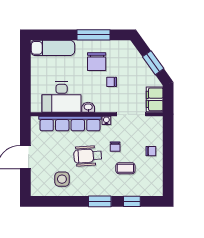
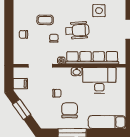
filing cabinet: (155, 99) -> (20, 84), width x0.50

